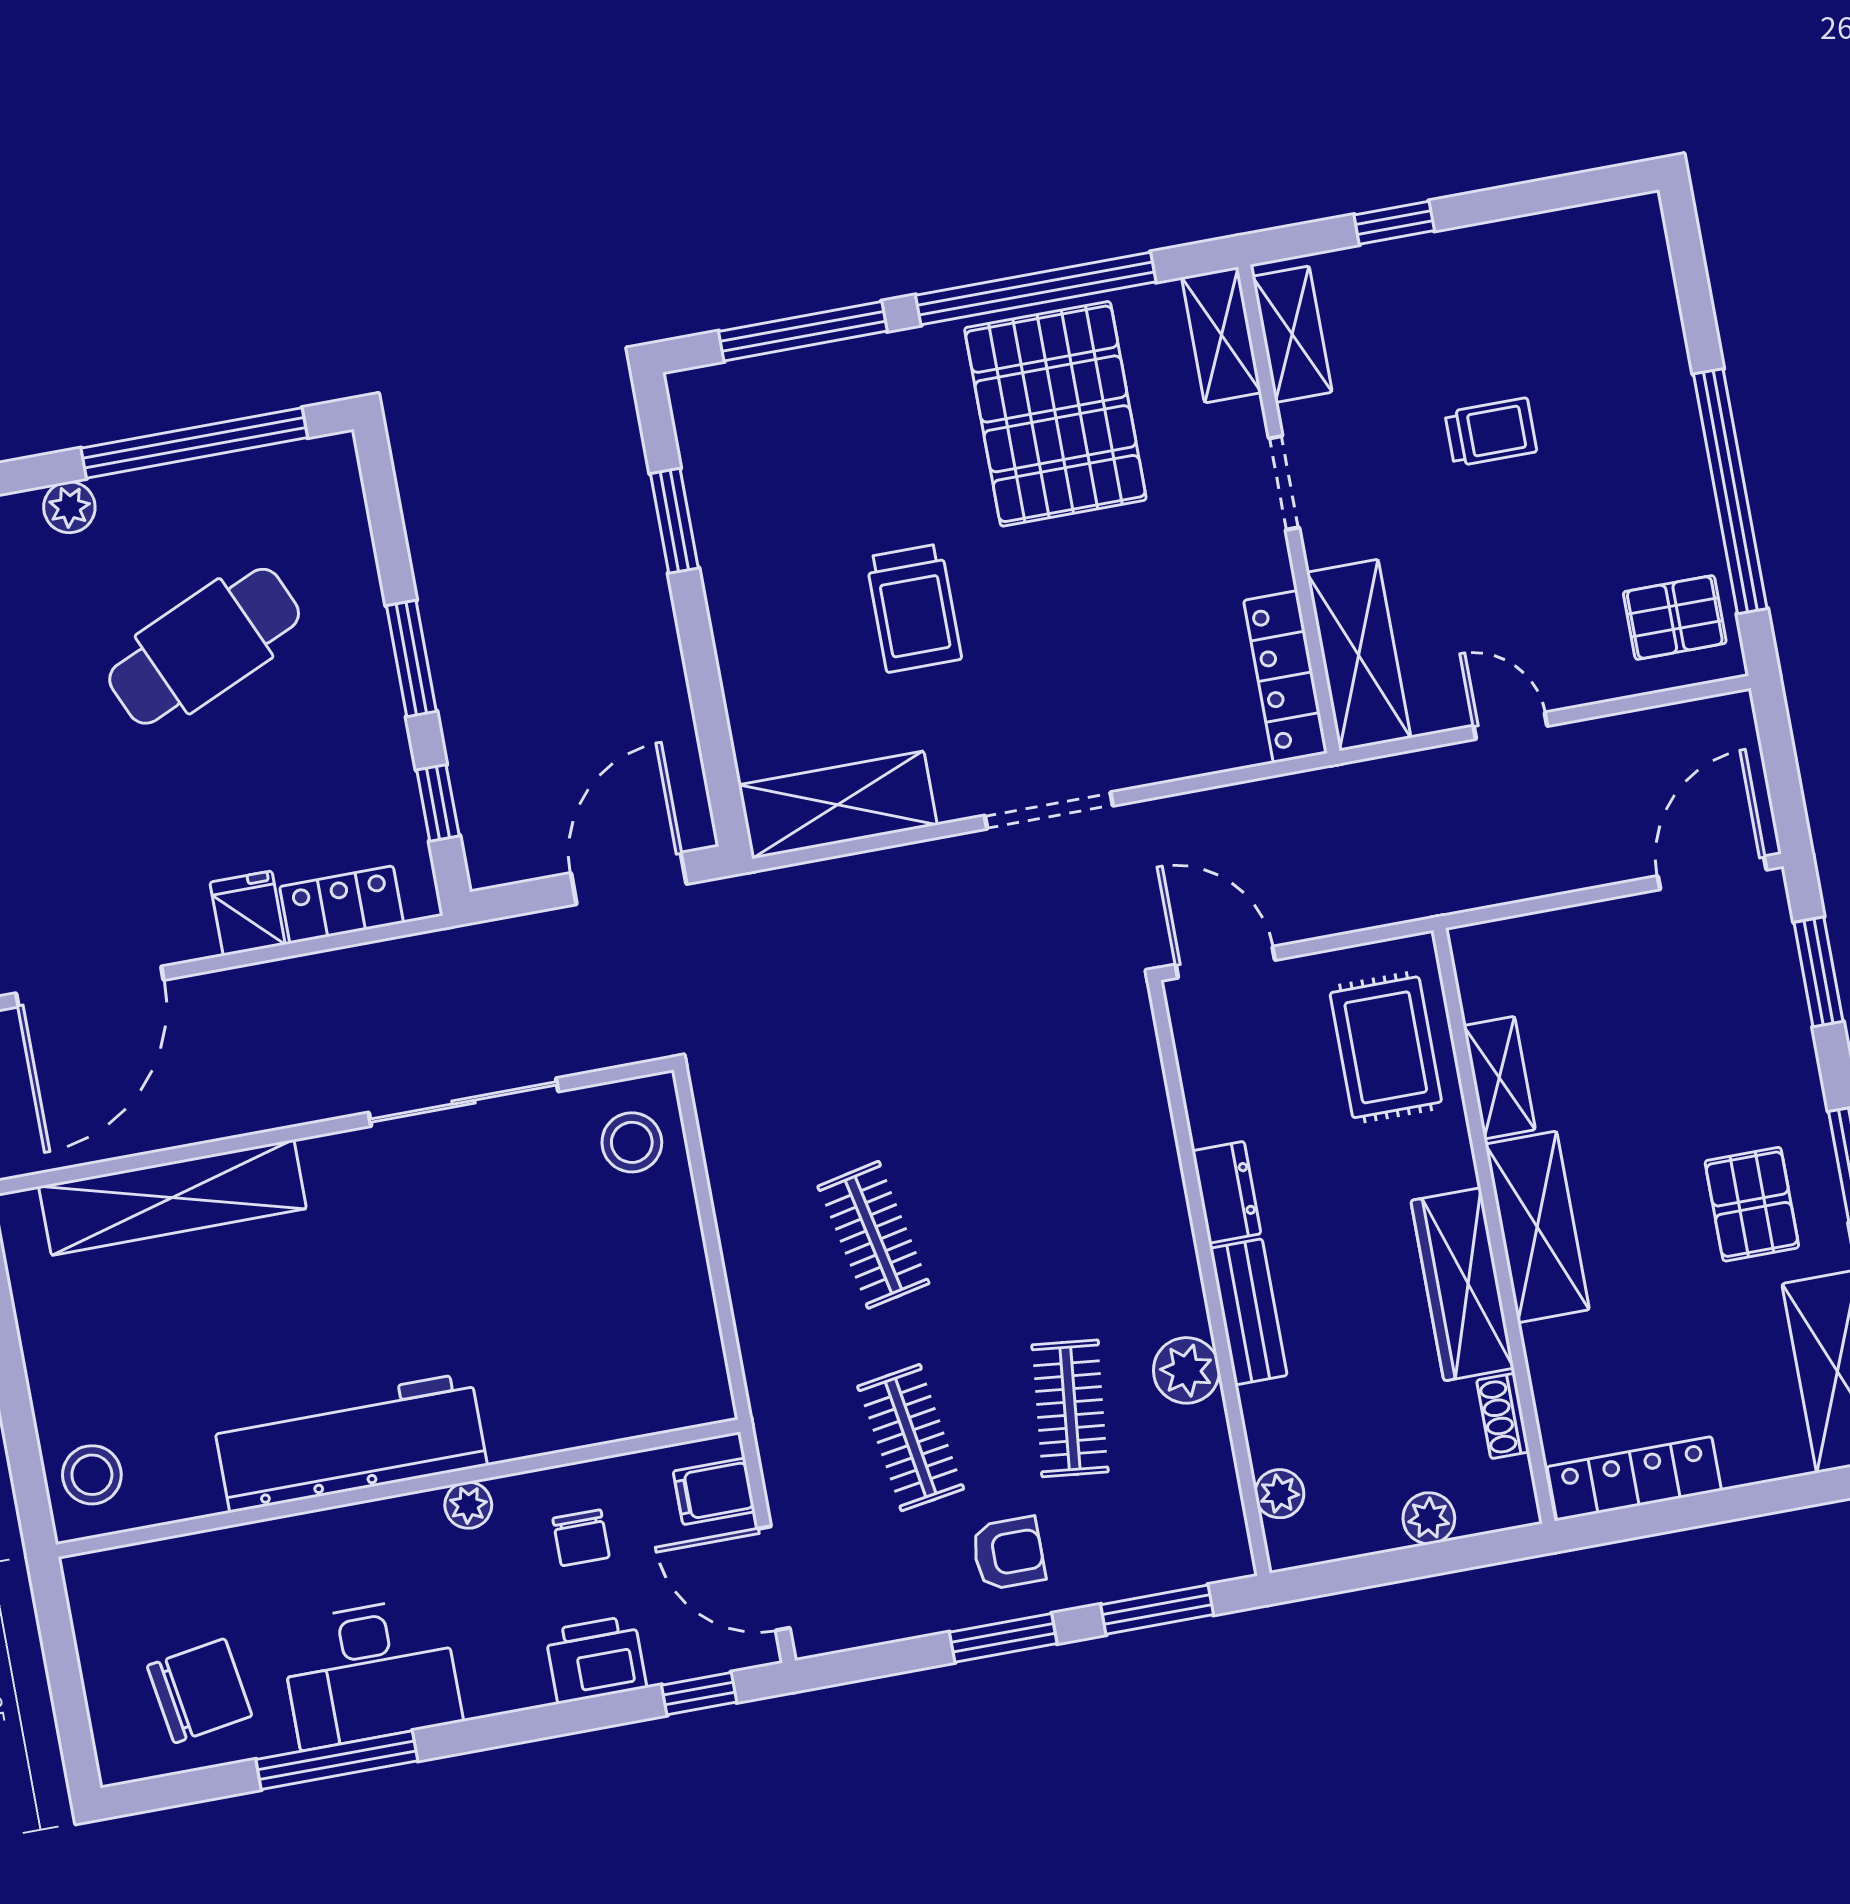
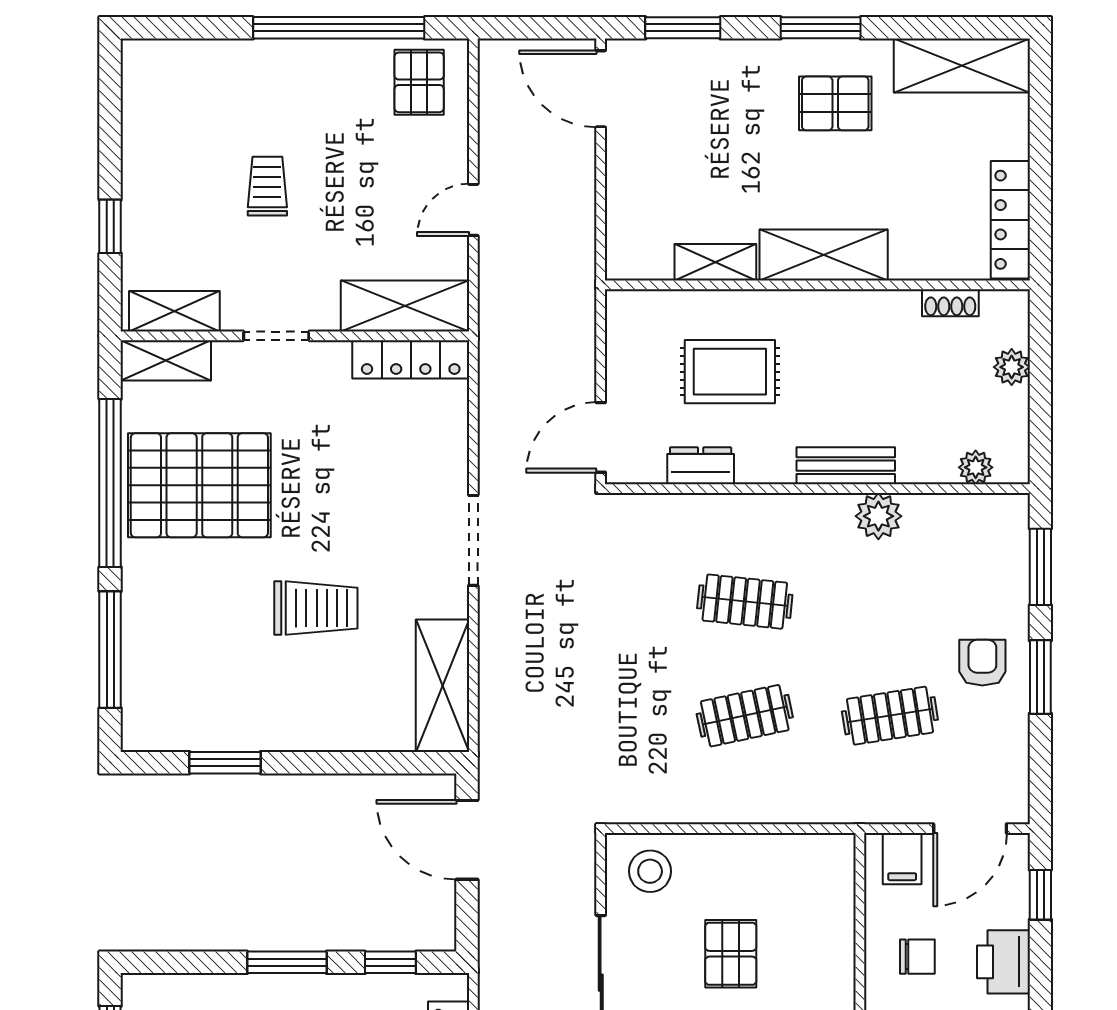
rug: (1386, 1047) -> (730, 372), moved
dresser: (1226, 1192) -> (701, 466), moved
pallet: (537, 1276) -> (731, 954), added
wardrobe: (1462, 1284) -> (854, 314), removed
clothes rail: (1070, 1408) -> (745, 602), moved

